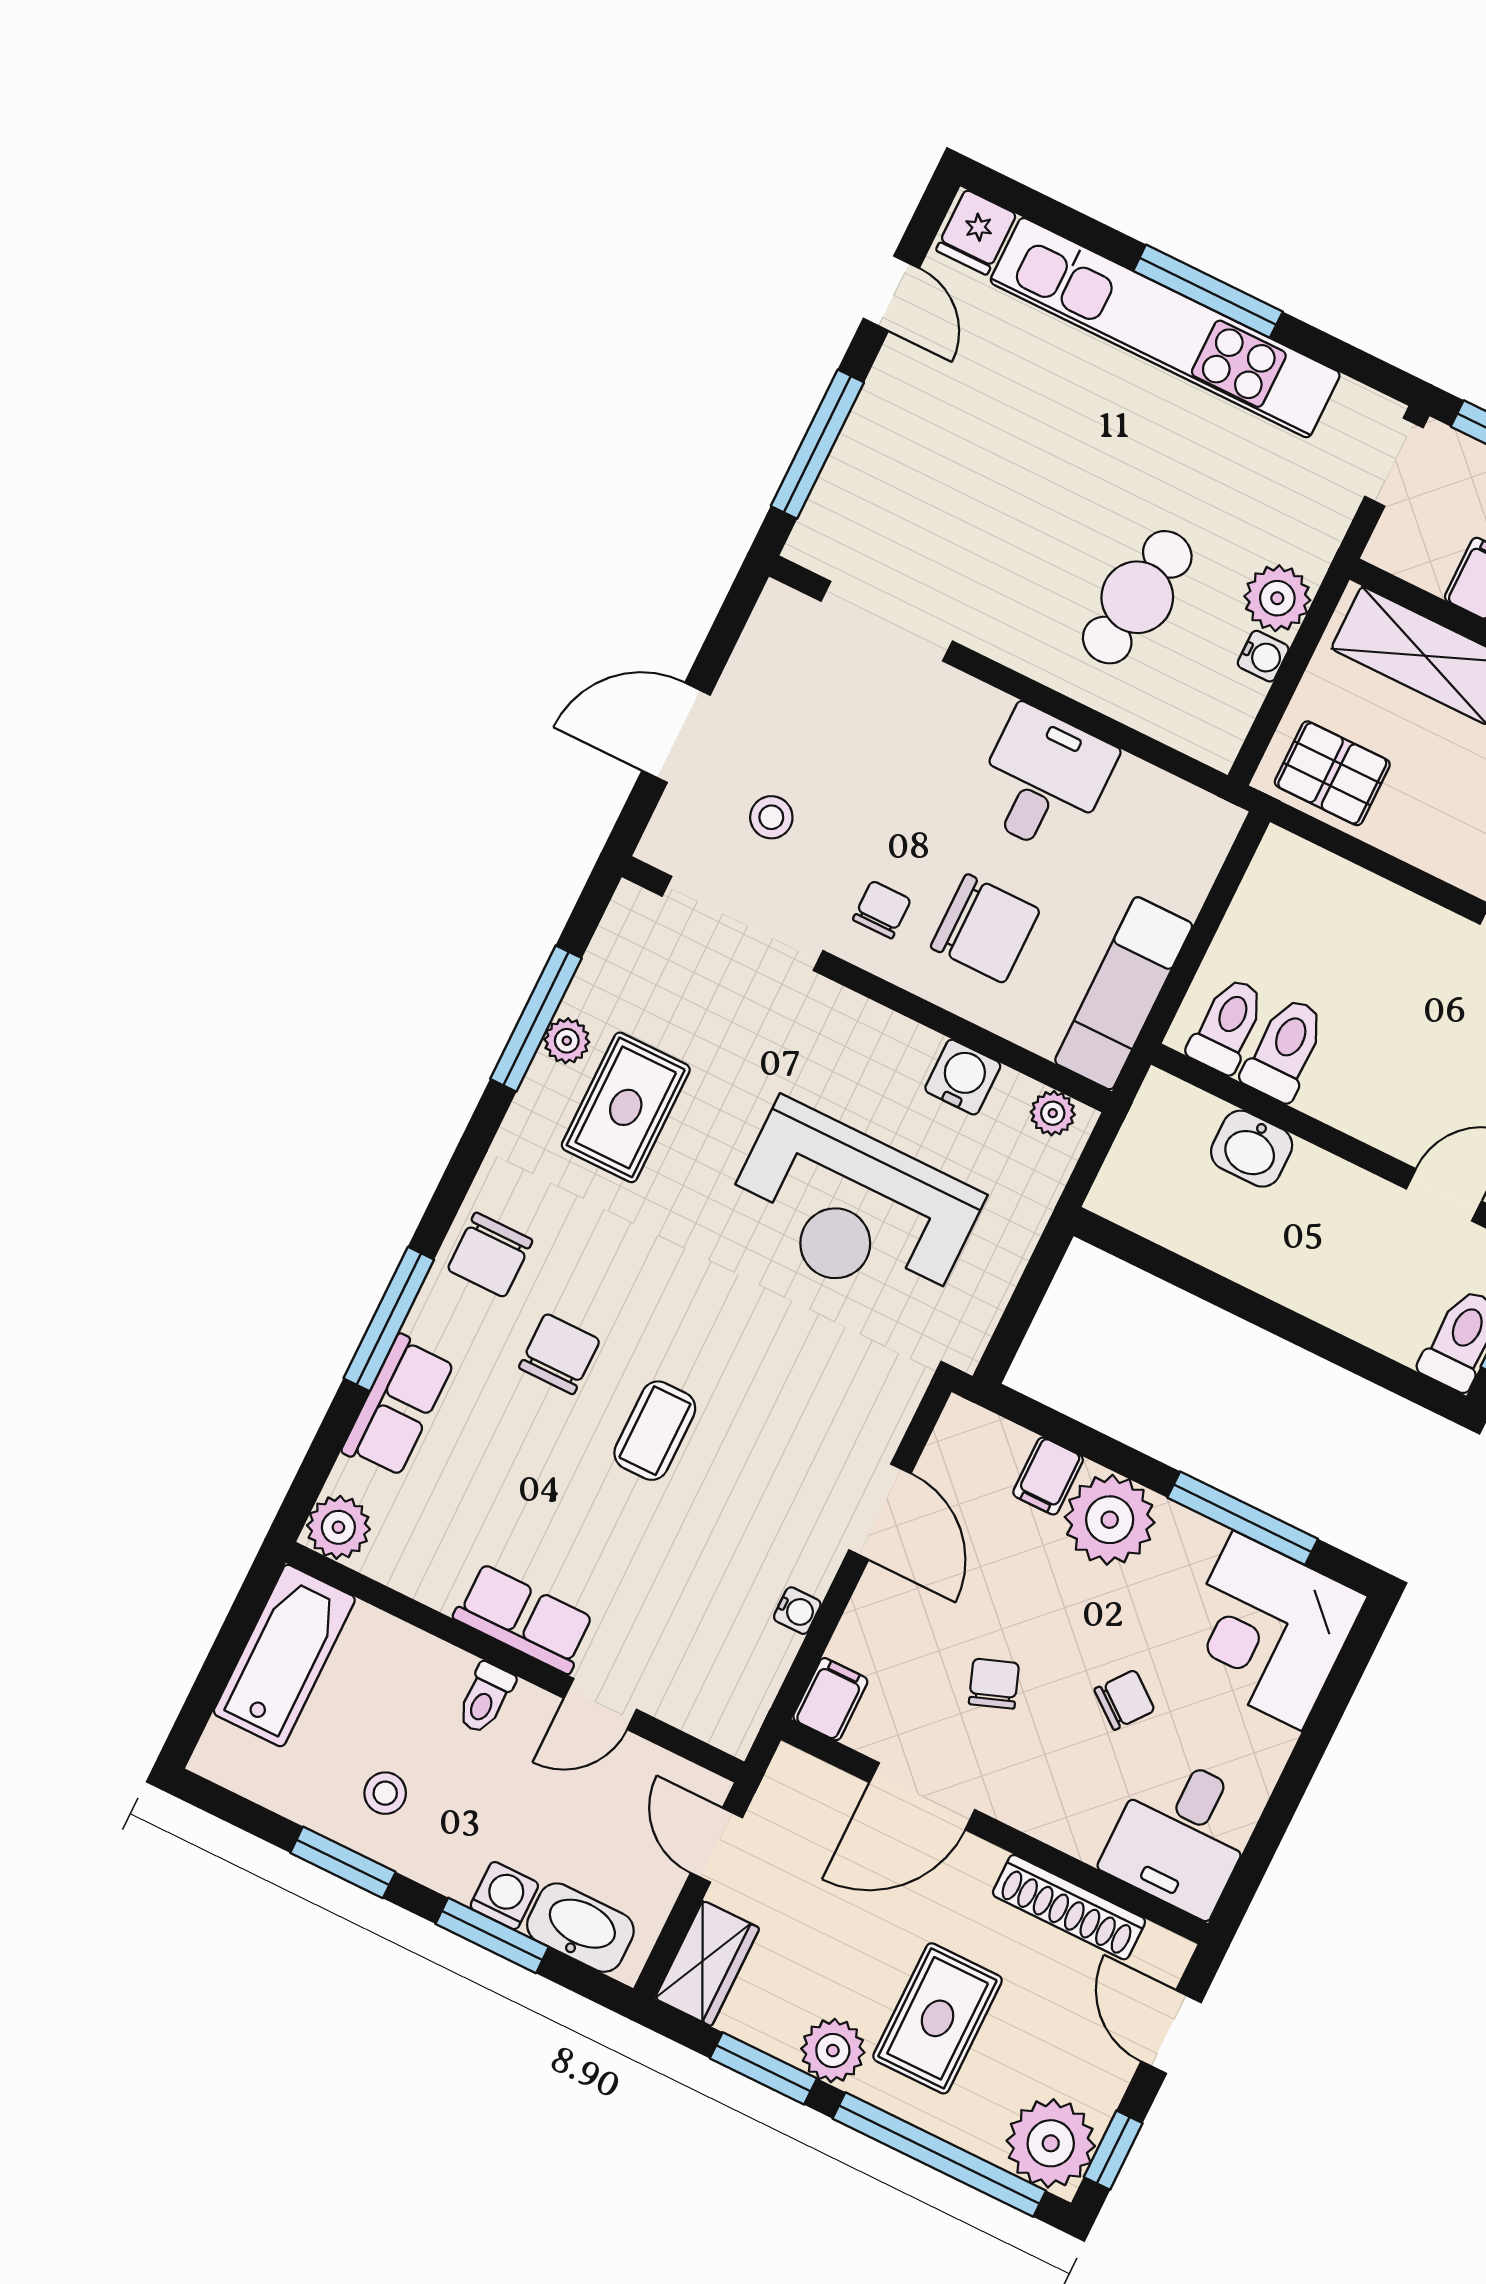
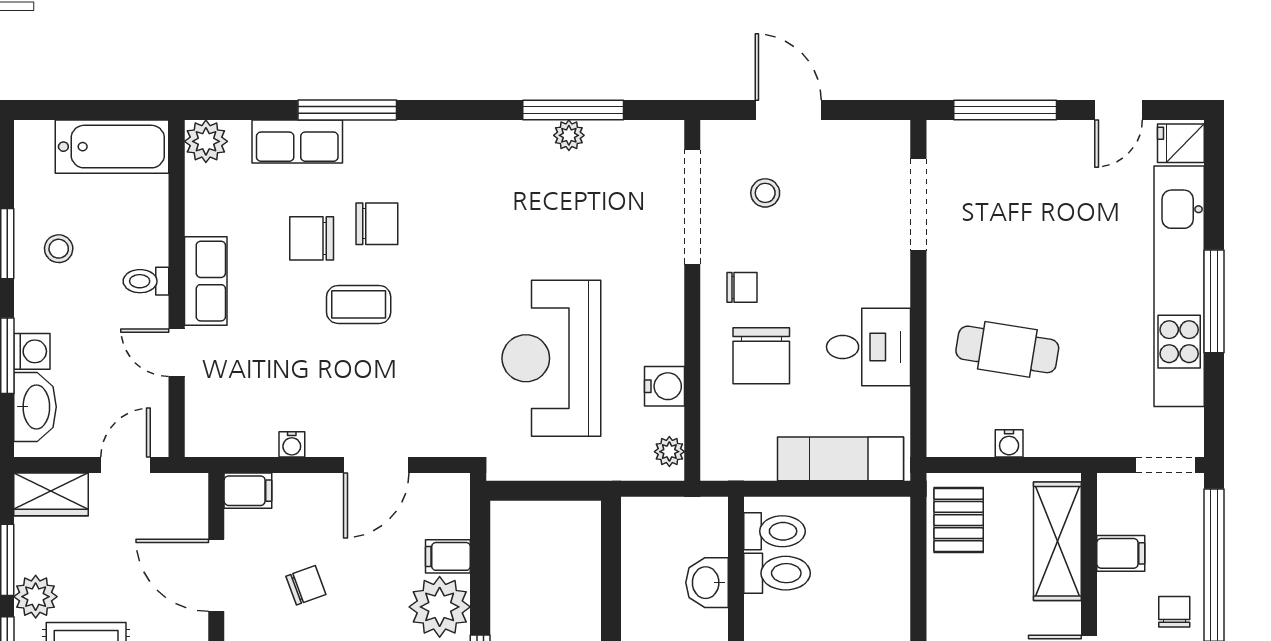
plant: (1277, 598) -> (1048, 435), removed
exam couch: (1124, 993) -> (841, 459), moved
rug: (626, 1107) -> (546, 191), removed
chair: (490, 1255) -> (312, 238), moved

